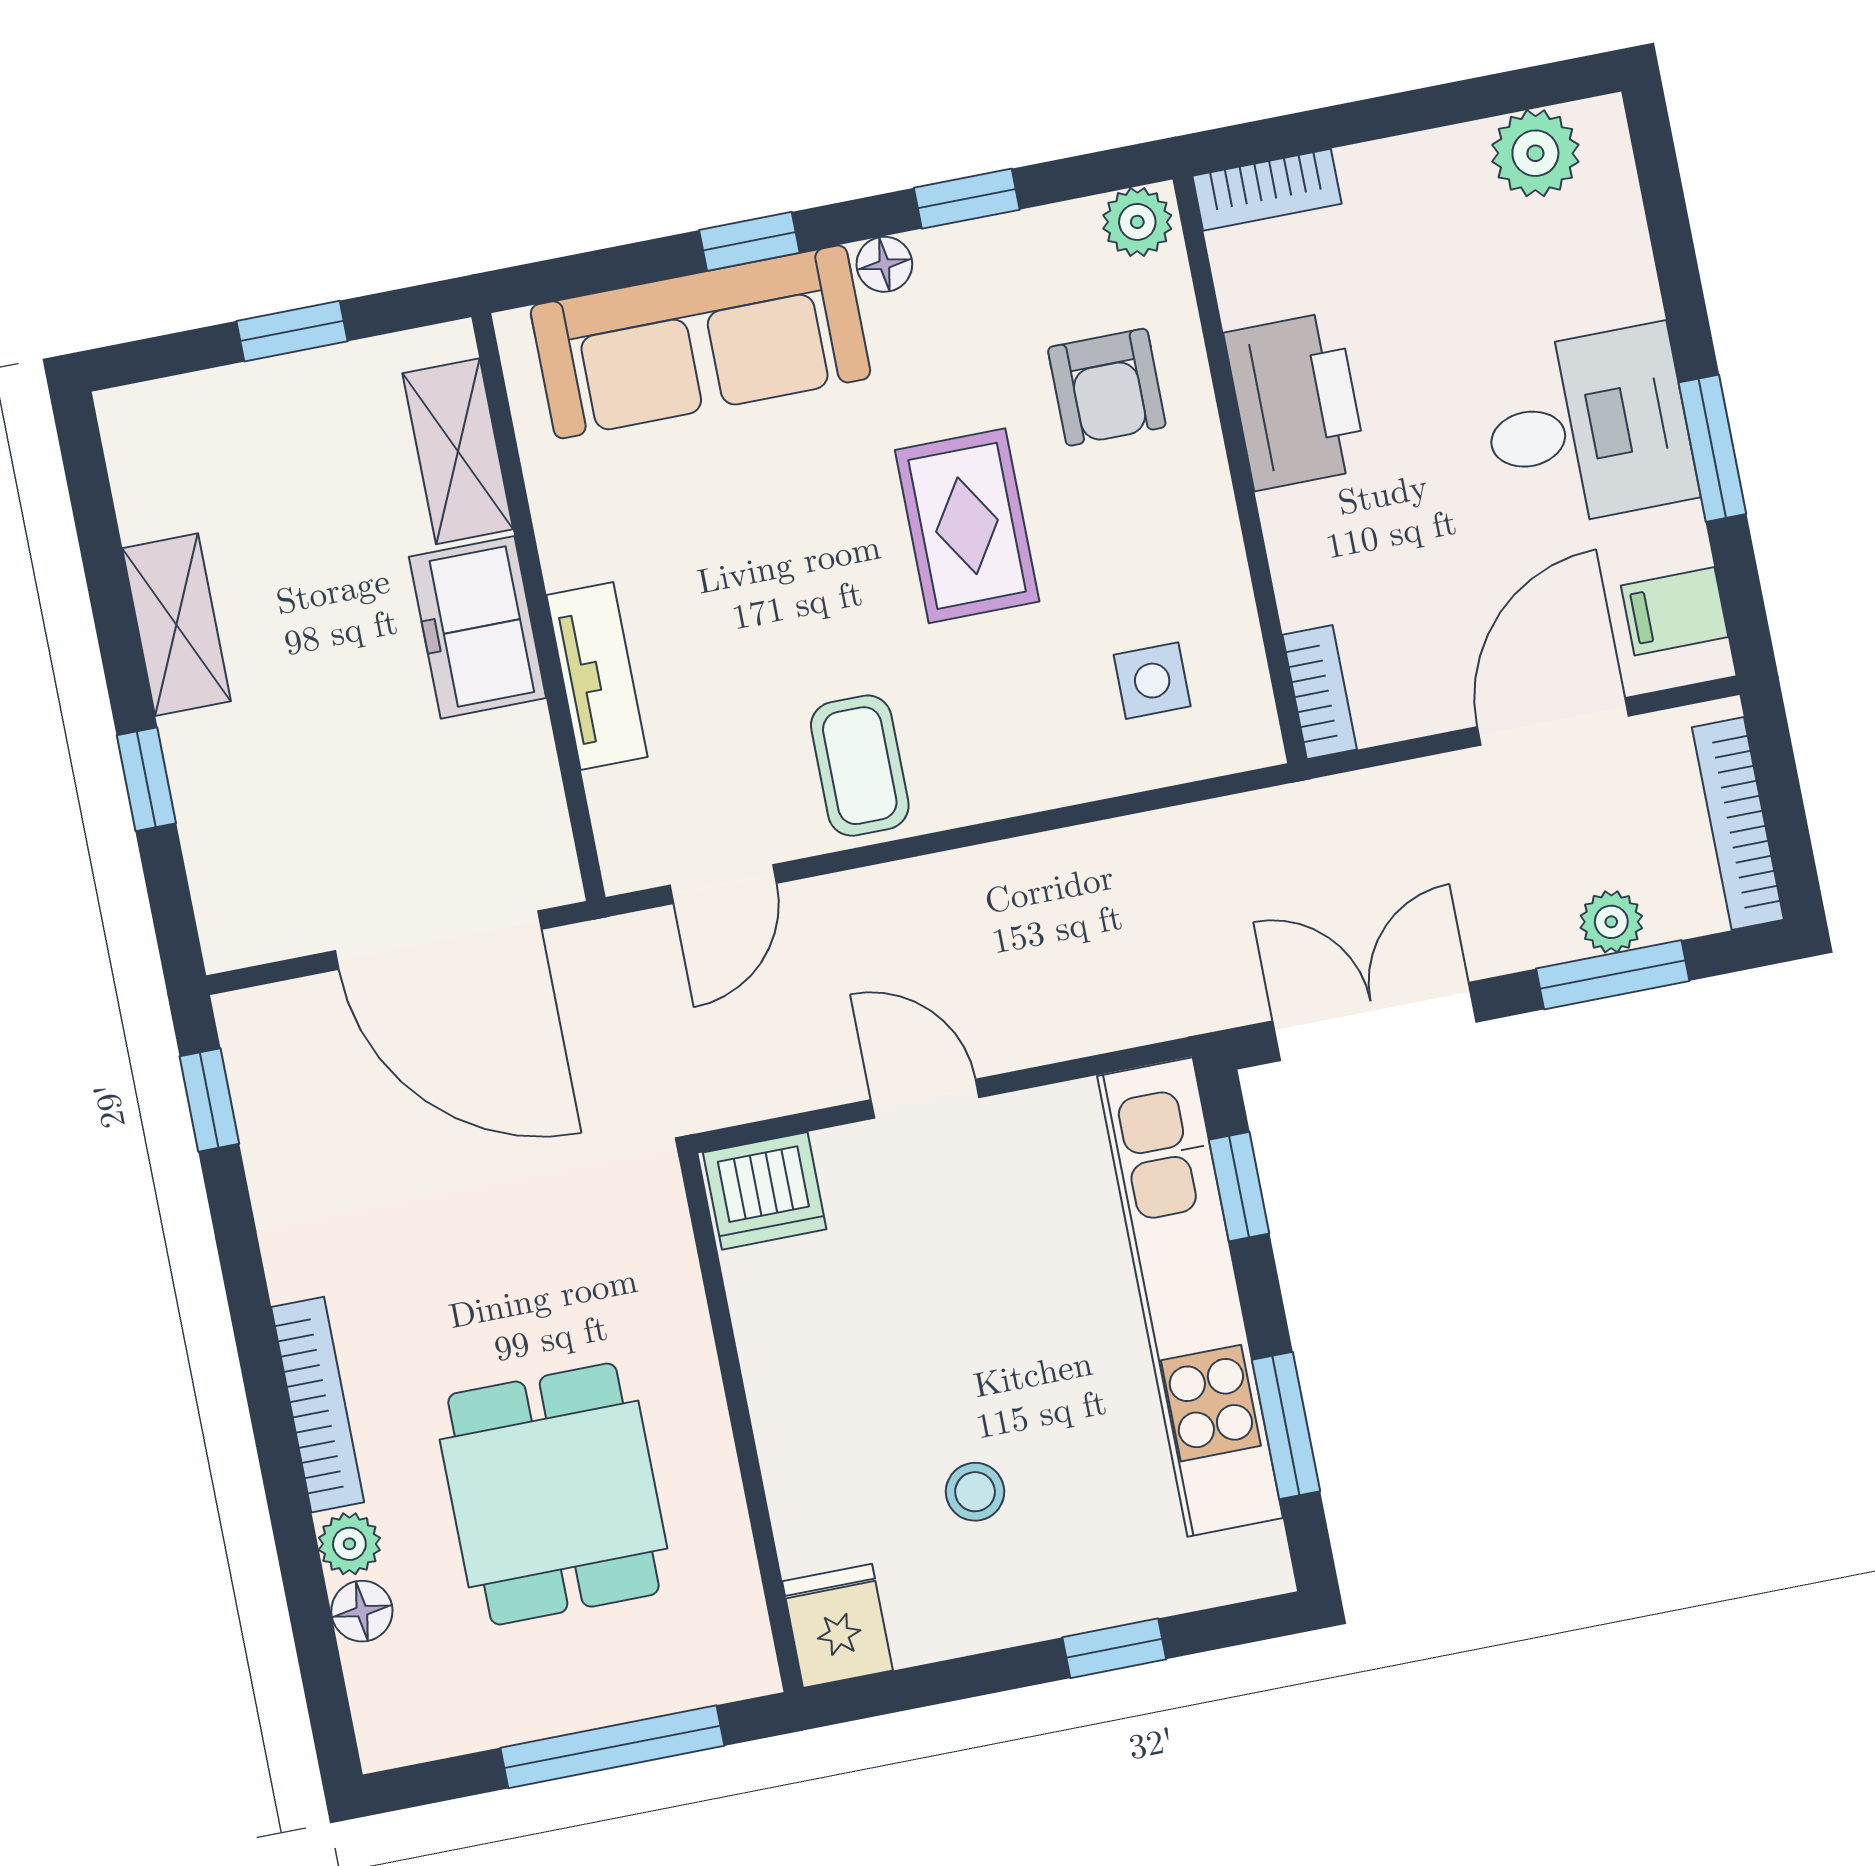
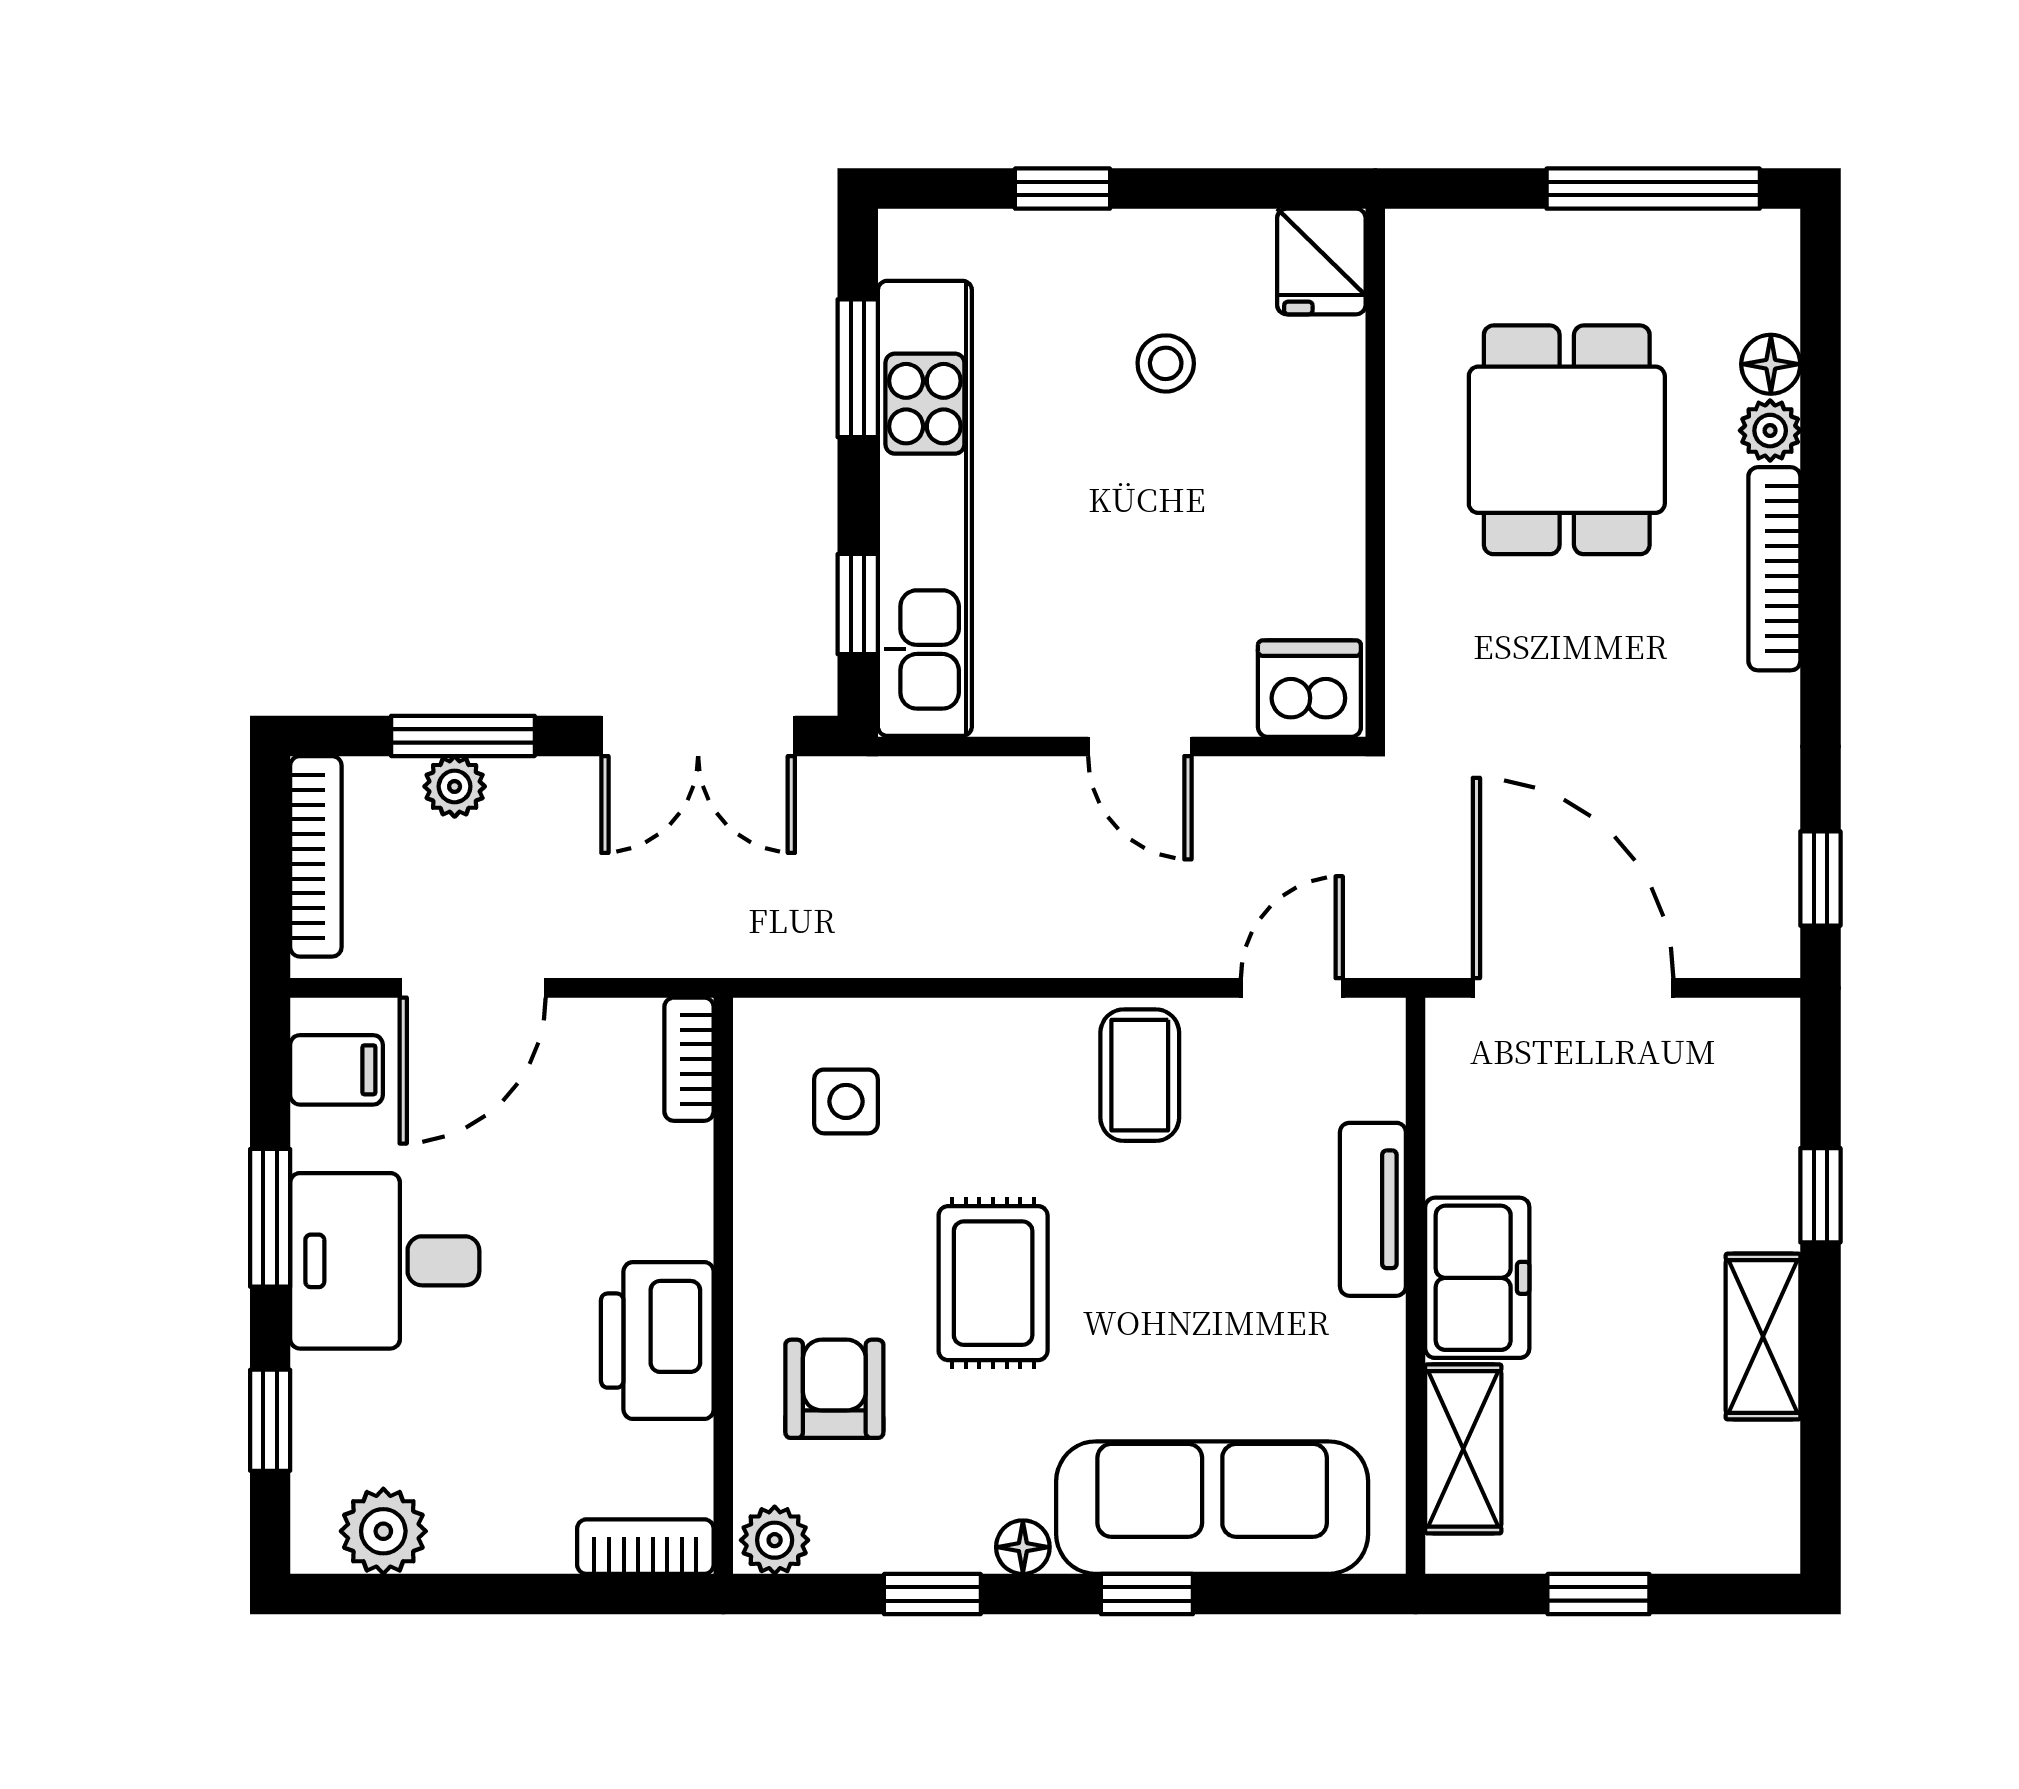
window: (1672, 243) -> (270, 1420), added
window: (612, 1747) -> (1653, 189), moved

